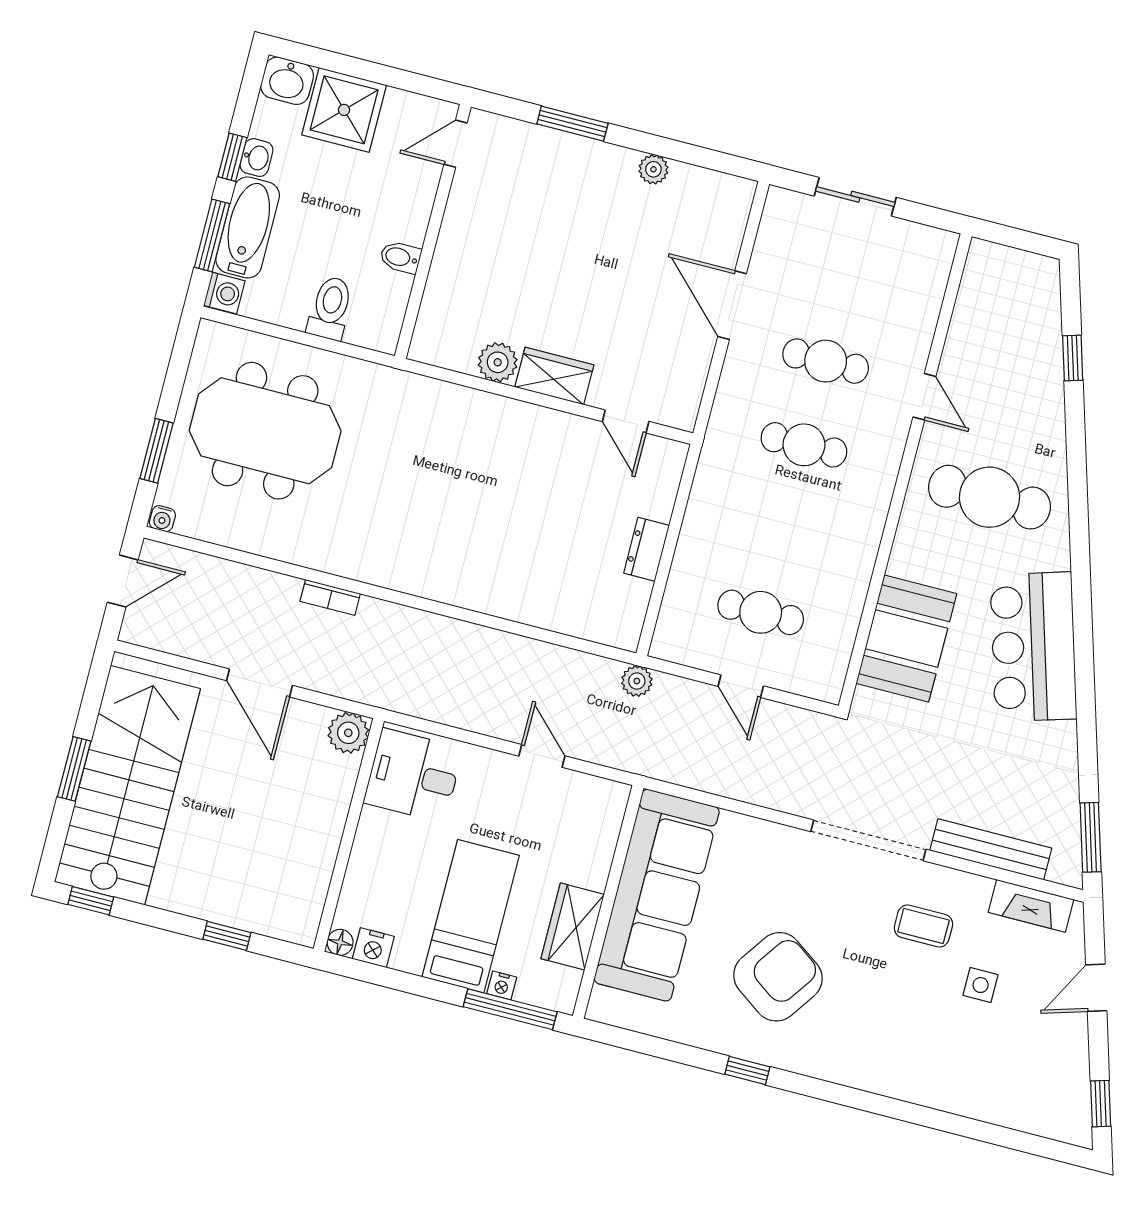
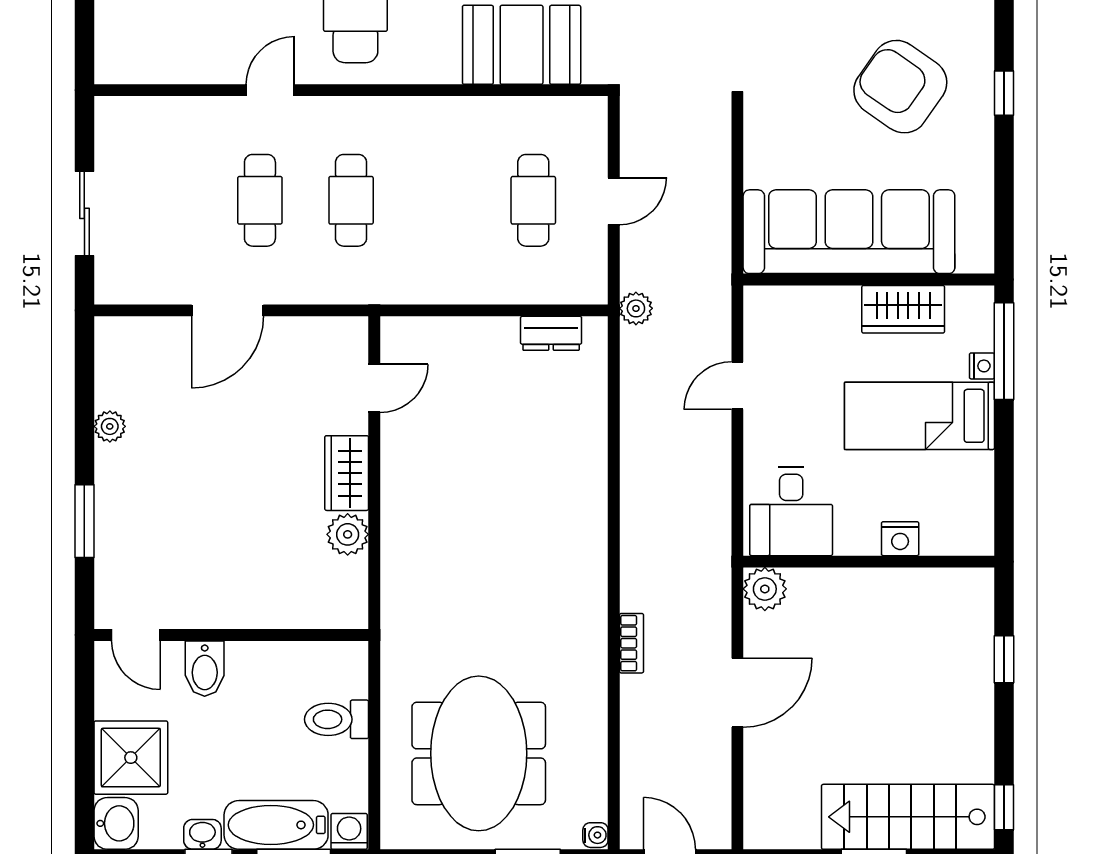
bidet: (400, 257) -> (205, 669), moved, width x1.38, depth x1.36
dresser: (646, 549) -> (551, 333), moved
stairs: (127, 785) -> (908, 817), width x0.73, depth x0.66
floor lamp: (340, 942) -> (981, 542), removed
nightstand: (373, 948) -> (900, 539), moved, turned 90

